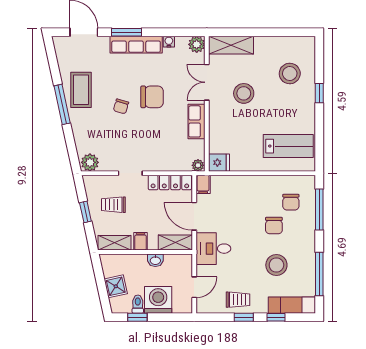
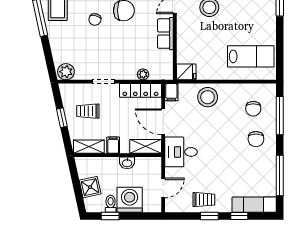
plant: (198, 165) -> (143, 74), moved
chair: (274, 226) -> (256, 139), moved
stool: (276, 265) -> (208, 97), moved

